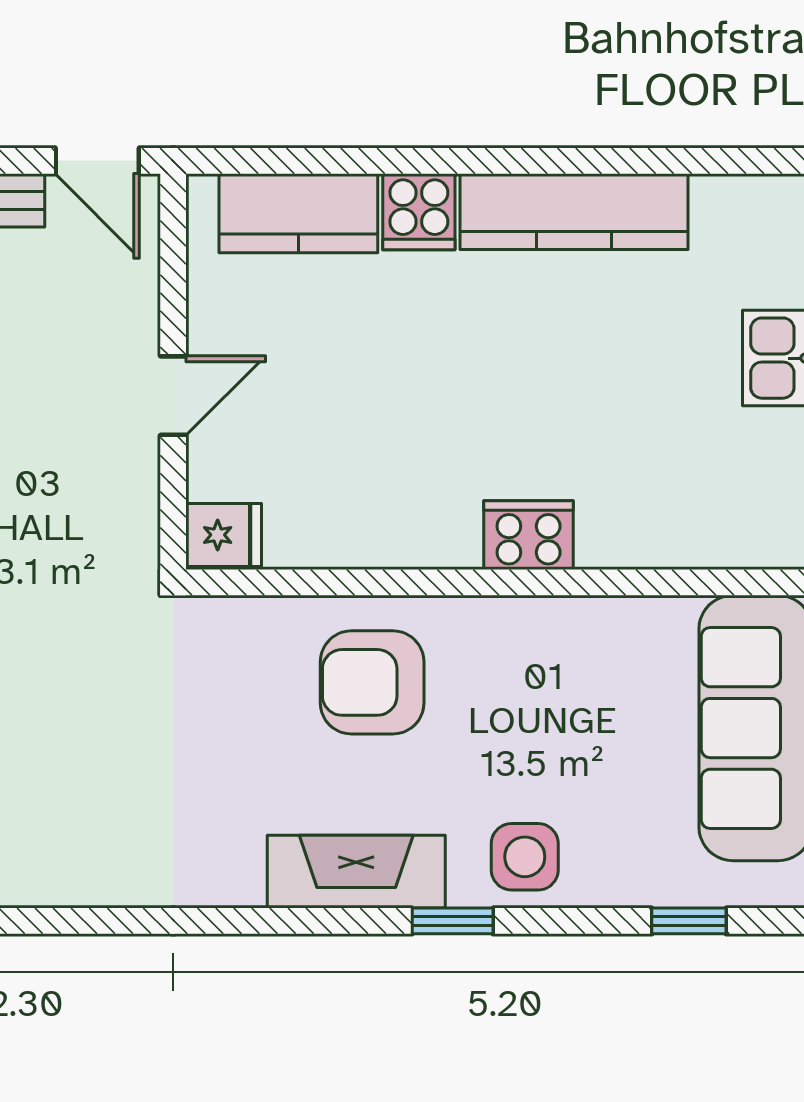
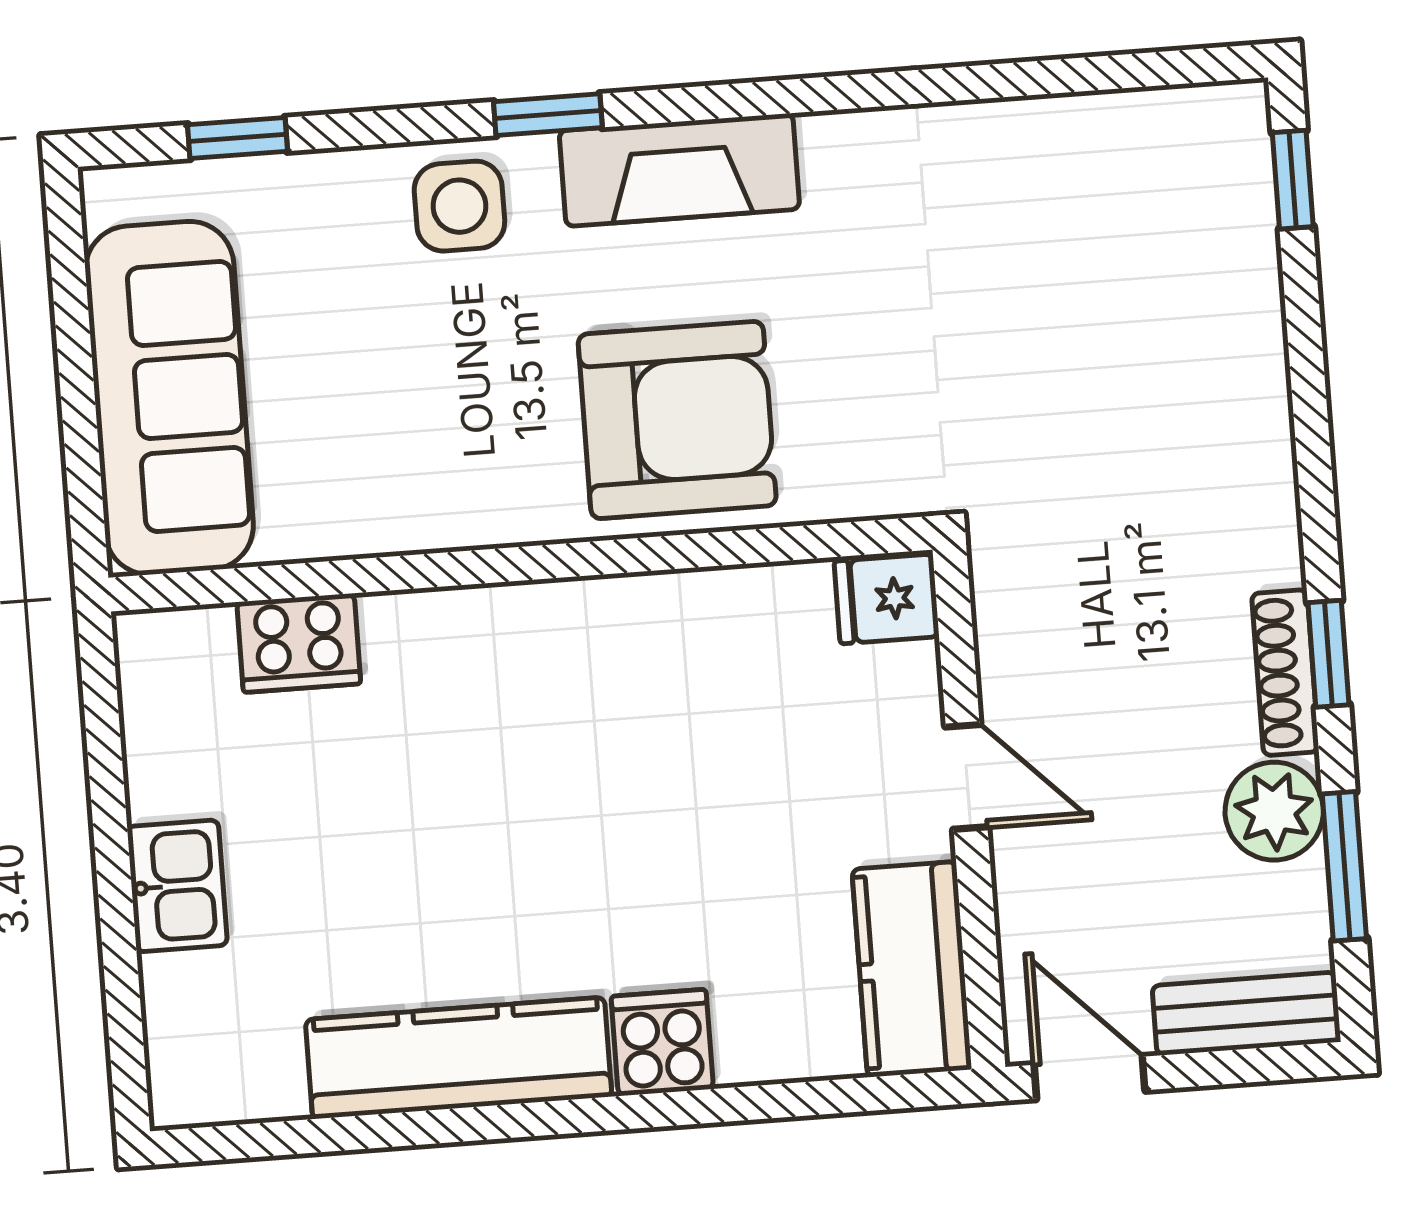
kitchen counter: (298, 213) -> (912, 969), moved, turned -90
door: (173, 396) -> (967, 777), swing flipped
cooker: (529, 535) -> (299, 643), moved
armchair: (372, 682) -> (677, 420), width x1.36, depth x1.36

